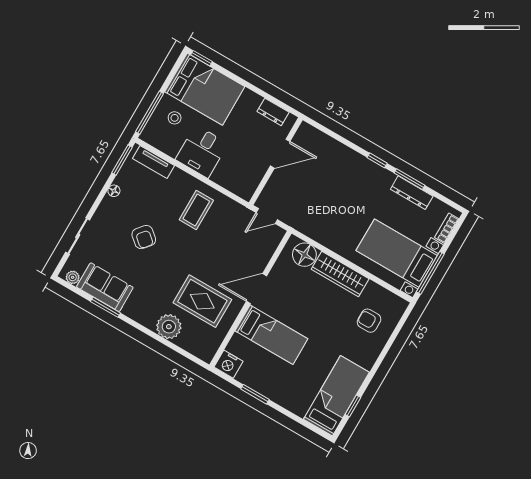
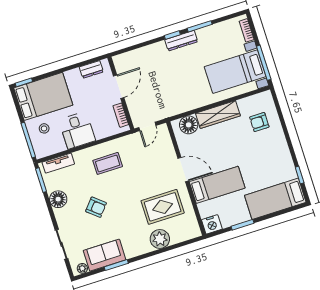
bookcase: (255, 181) -> (121, 115), added
floor lamp: (114, 191) -> (58, 199), width x1.89, depth x1.89
dresser: (412, 193) -> (181, 41), moved
coffee table: (196, 210) -> (108, 163), turned 90
door: (256, 289) -> (183, 170), swing flipped
bed: (336, 396) -> (275, 199), moved, turned -90

